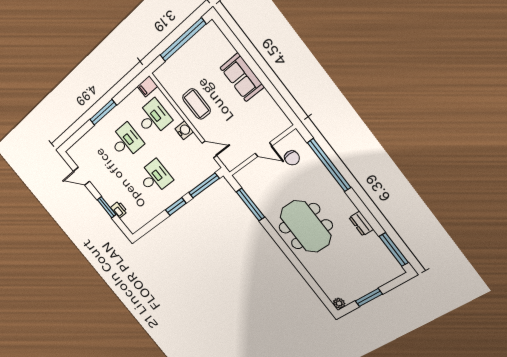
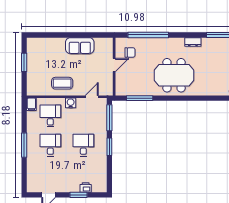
window: (183, 40) -> (24, 62), width x0.47
sofa: (242, 77) -> (80, 46), moved

